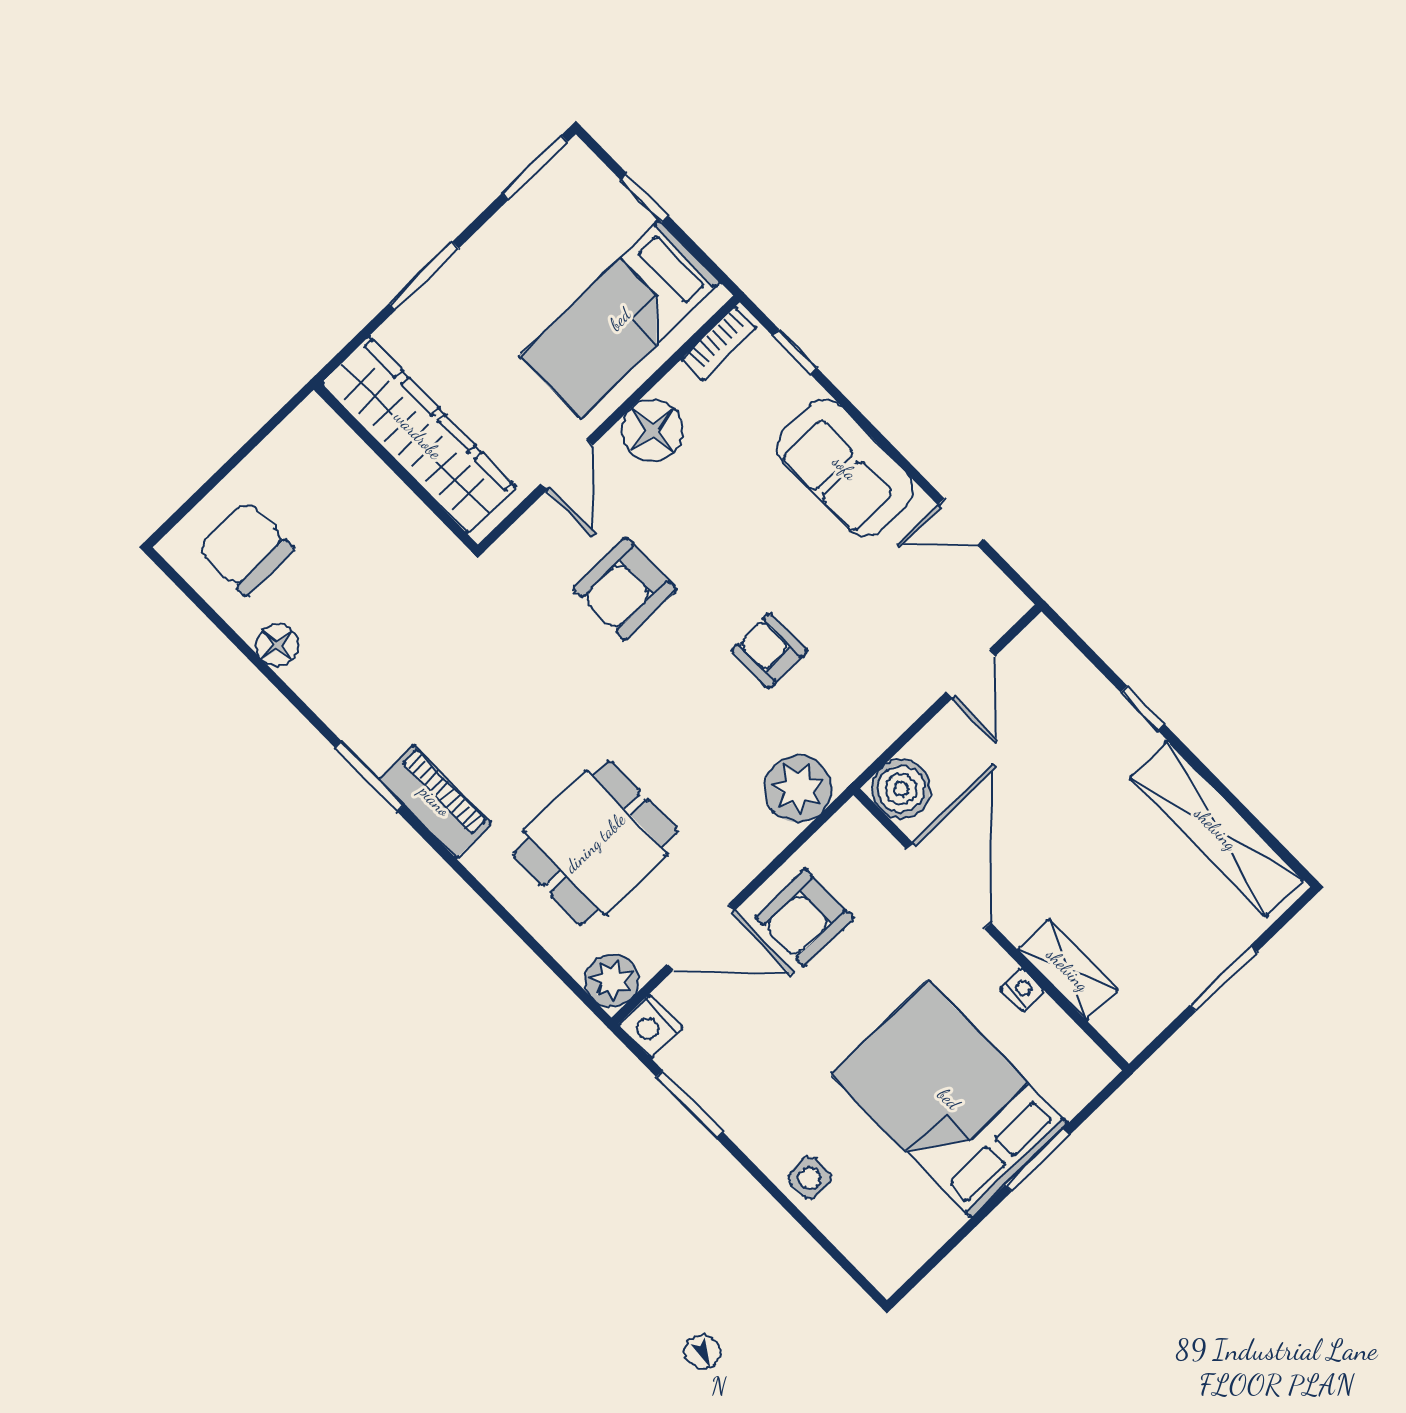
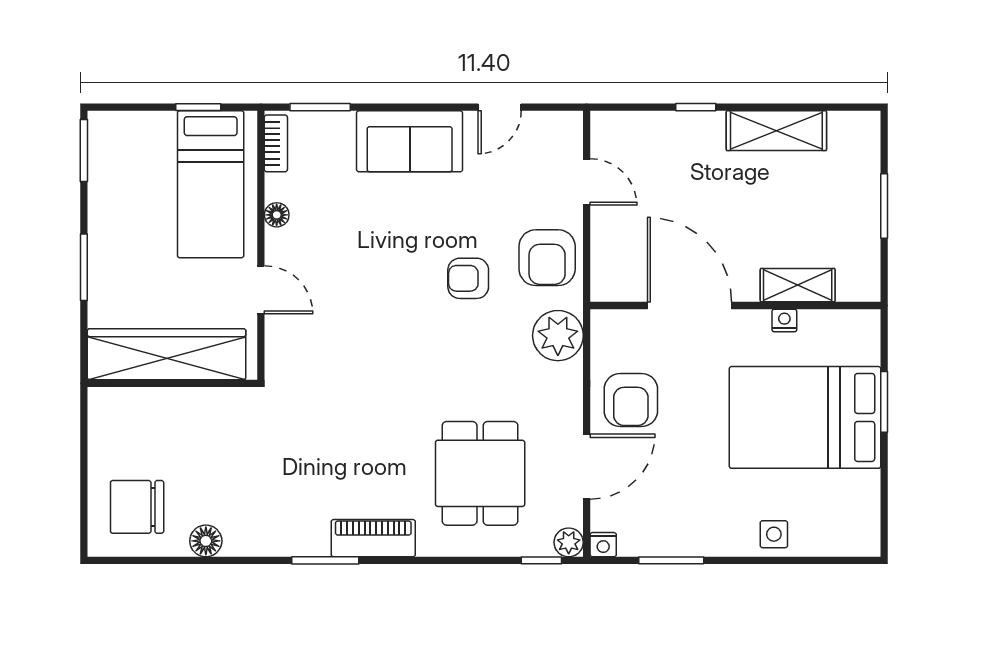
window: (645, 198) -> (198, 107), moved
window: (795, 352) -> (320, 107), width x1.50
floor lamp: (652, 430) -> (277, 215), width x0.53, depth x0.53
armchair: (625, 589) -> (547, 258), moved
boiler: (901, 789) -> (612, 280), removed
shelving: (1216, 829) -> (776, 131), width x0.68
plant: (612, 980) -> (569, 542), width x0.73, depth x0.73
window: (569, 981) -> (541, 560), added
nightstand: (650, 1026) -> (603, 545), width x0.72, depth x0.74

